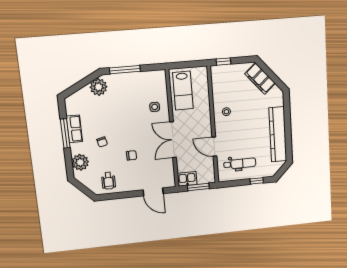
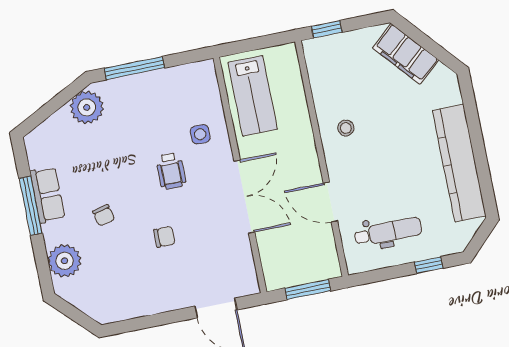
double door: (173, 140) -> (244, 197), swing flipped
kitchen sink: (187, 179) -> (282, 274), removed
wheelchair: (108, 181) -> (171, 171), moved

